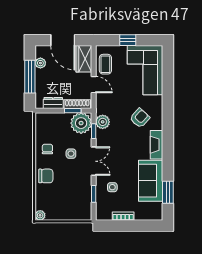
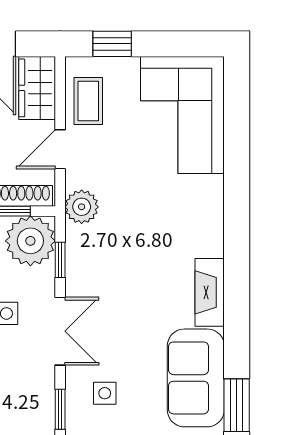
window: (128, 40) -> (112, 44), moved
door: (94, 85) -> (60, 149), swing flipped
armchair: (140, 118) -> (170, 229), removed
plant: (103, 122) -> (82, 207), moved

